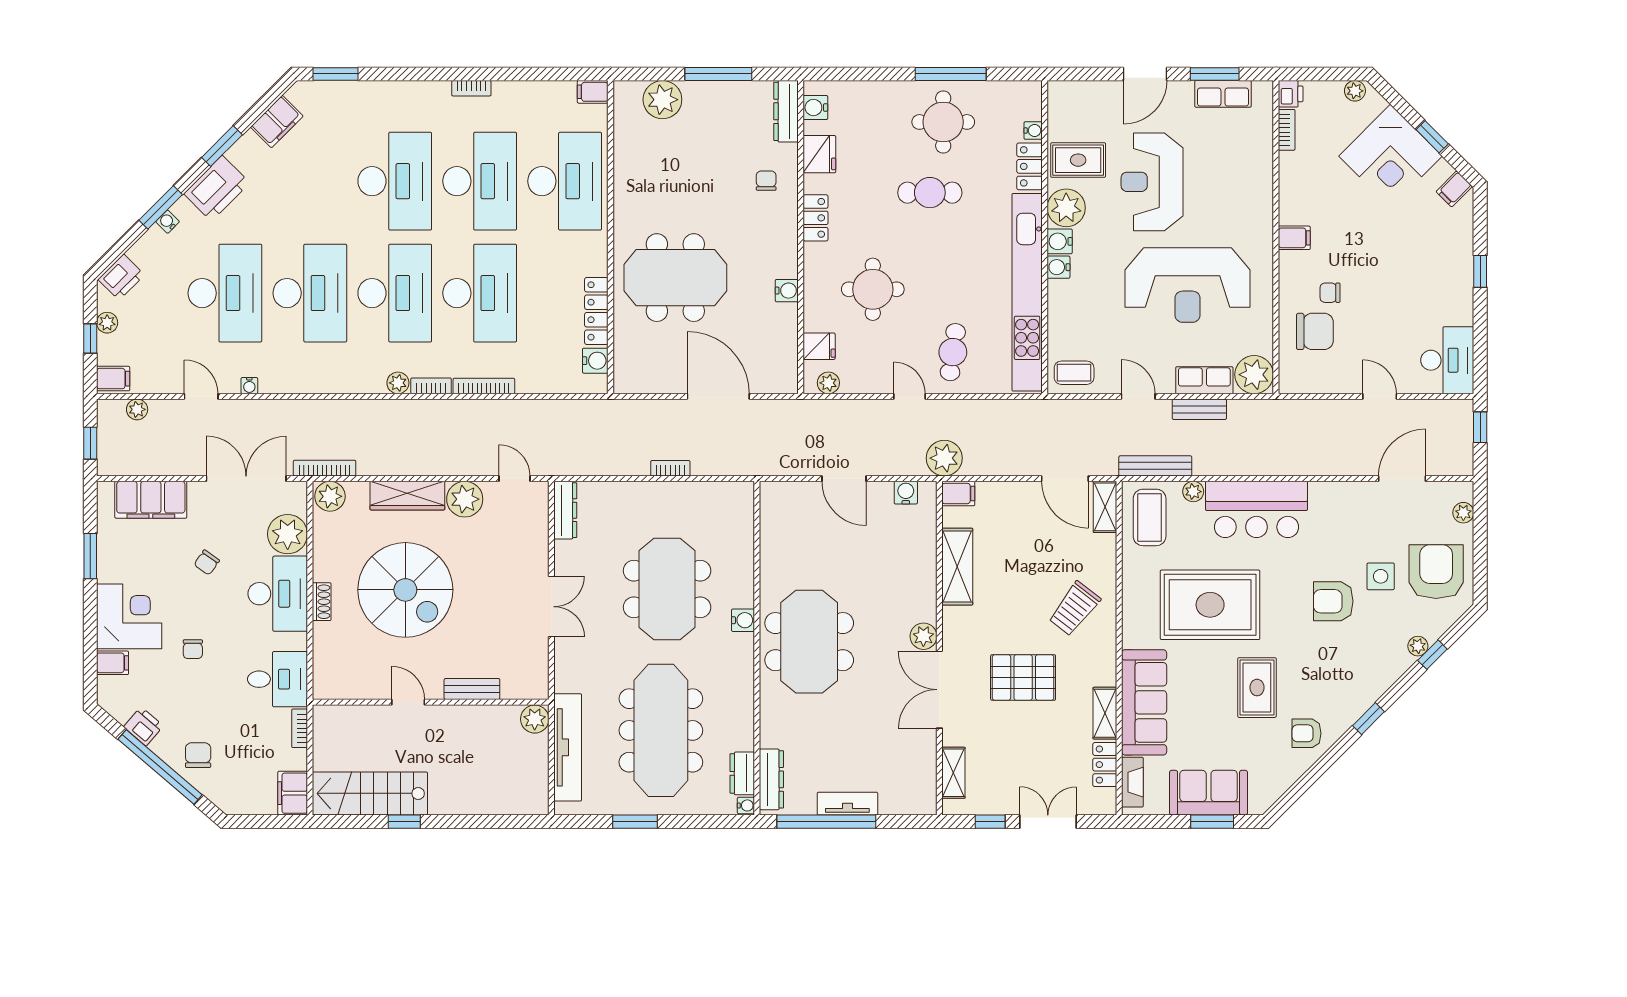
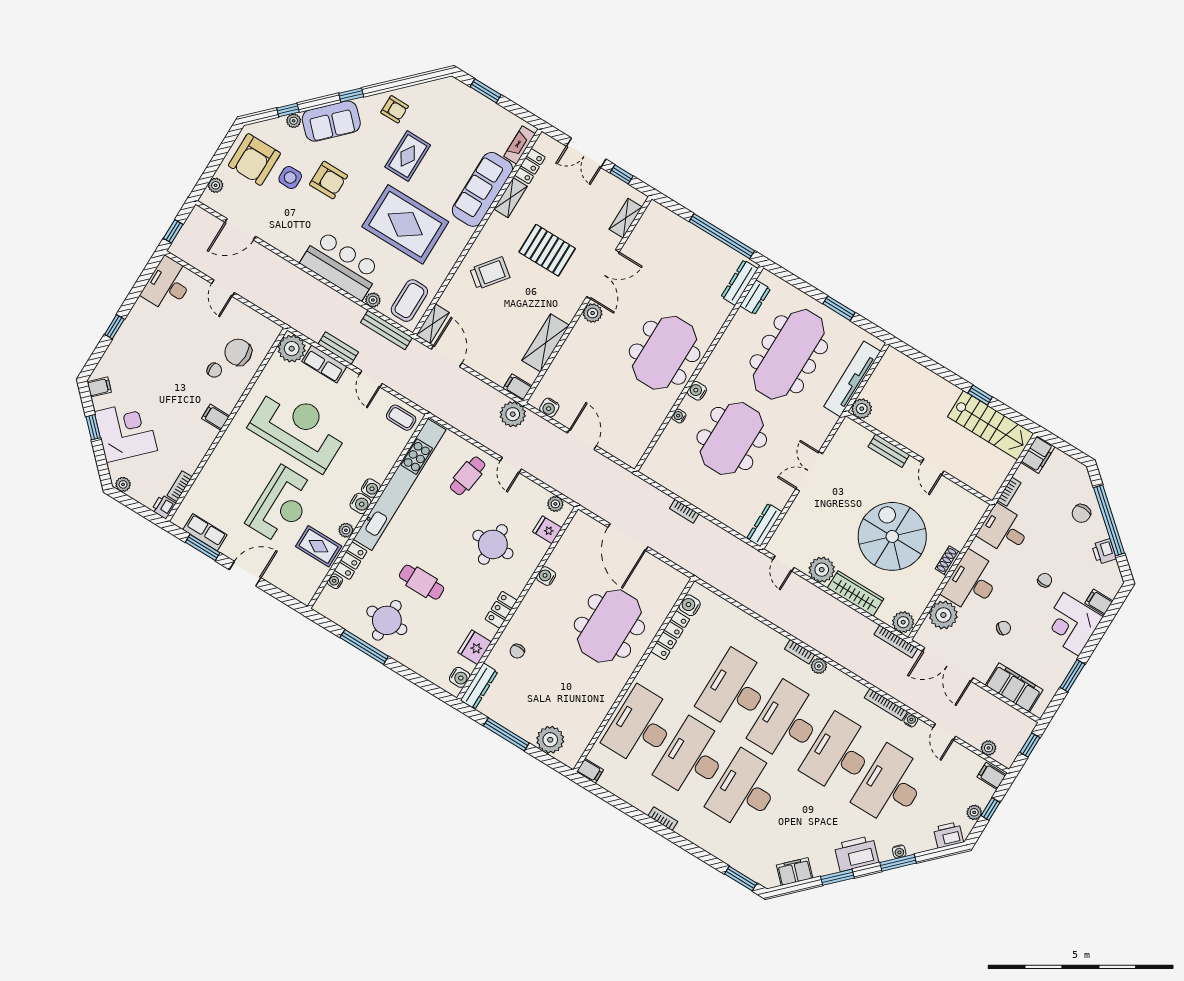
plant: (1066, 208) -> (346, 530), width x0.53, depth x0.53
meeting table: (675, 278) -> (609, 626), turned 90
bookcase: (484, 386) -> (886, 705), moved
sofa: (1209, 793) -> (331, 121), moved, turned -45
tv unit: (847, 804) -> (702, 239), removed
water cooler: (746, 805) -> (679, 416), moved

